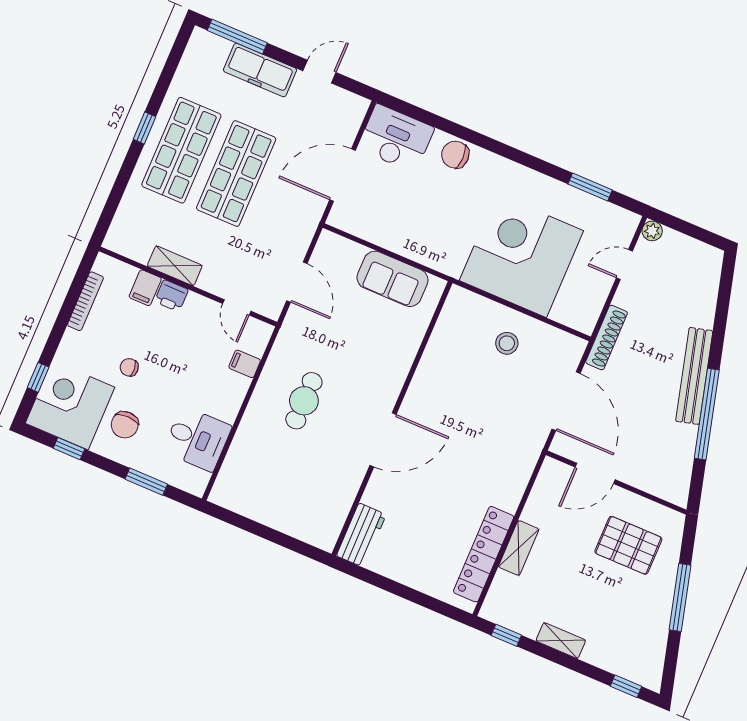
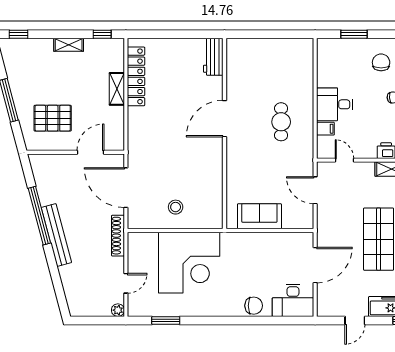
desk: (197, 439) -> (335, 104), moved

